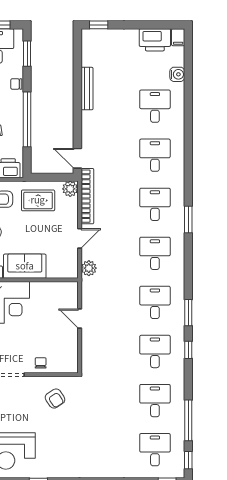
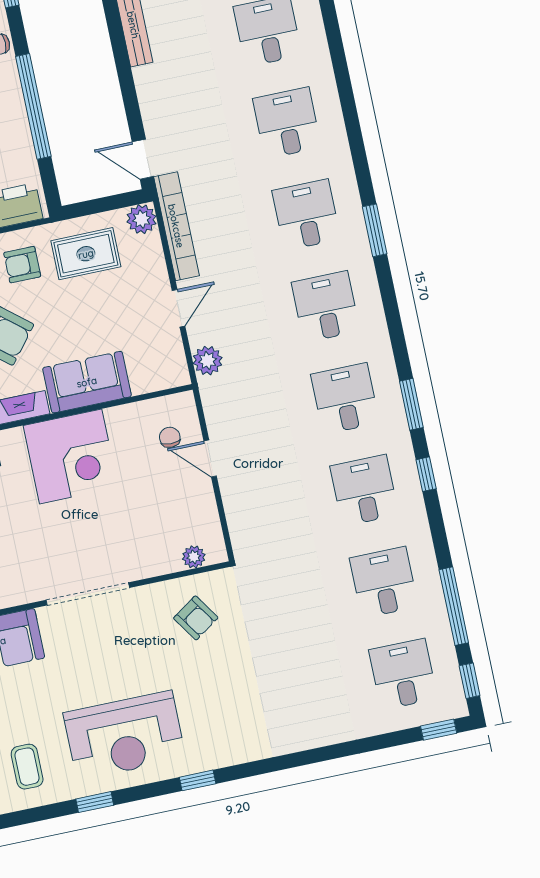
chair: (41, 363) -> (170, 437), moved
plant: (61, 367) -> (194, 557), added

